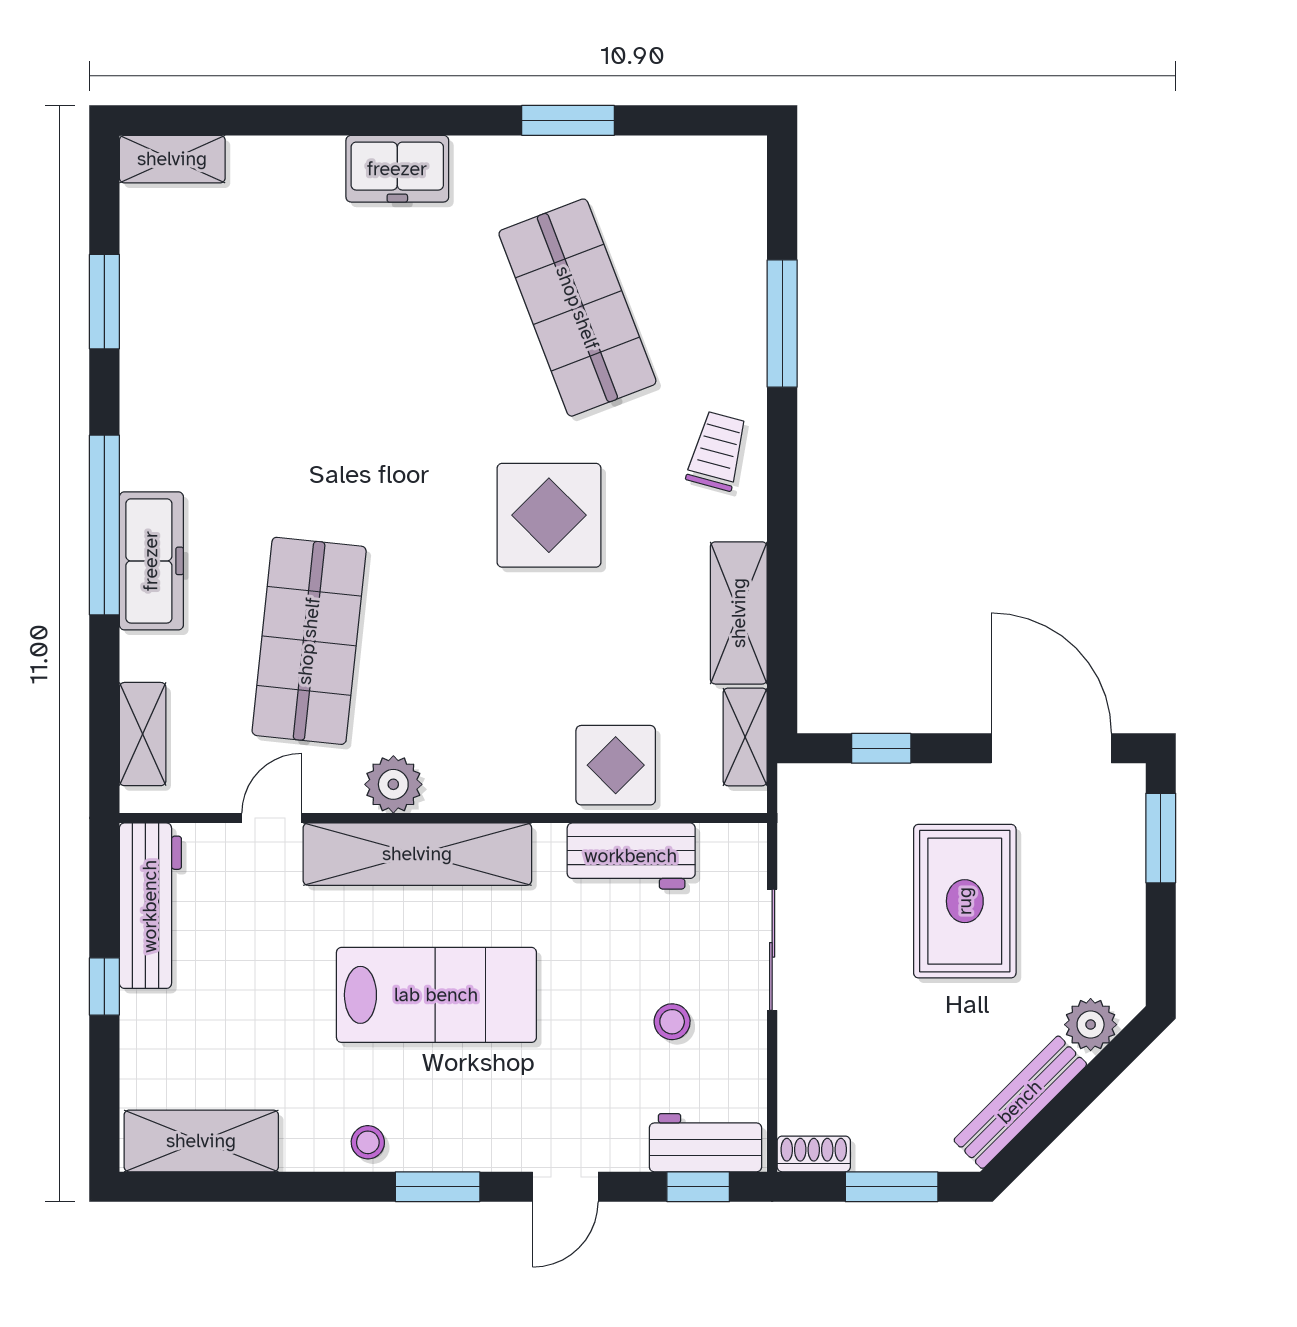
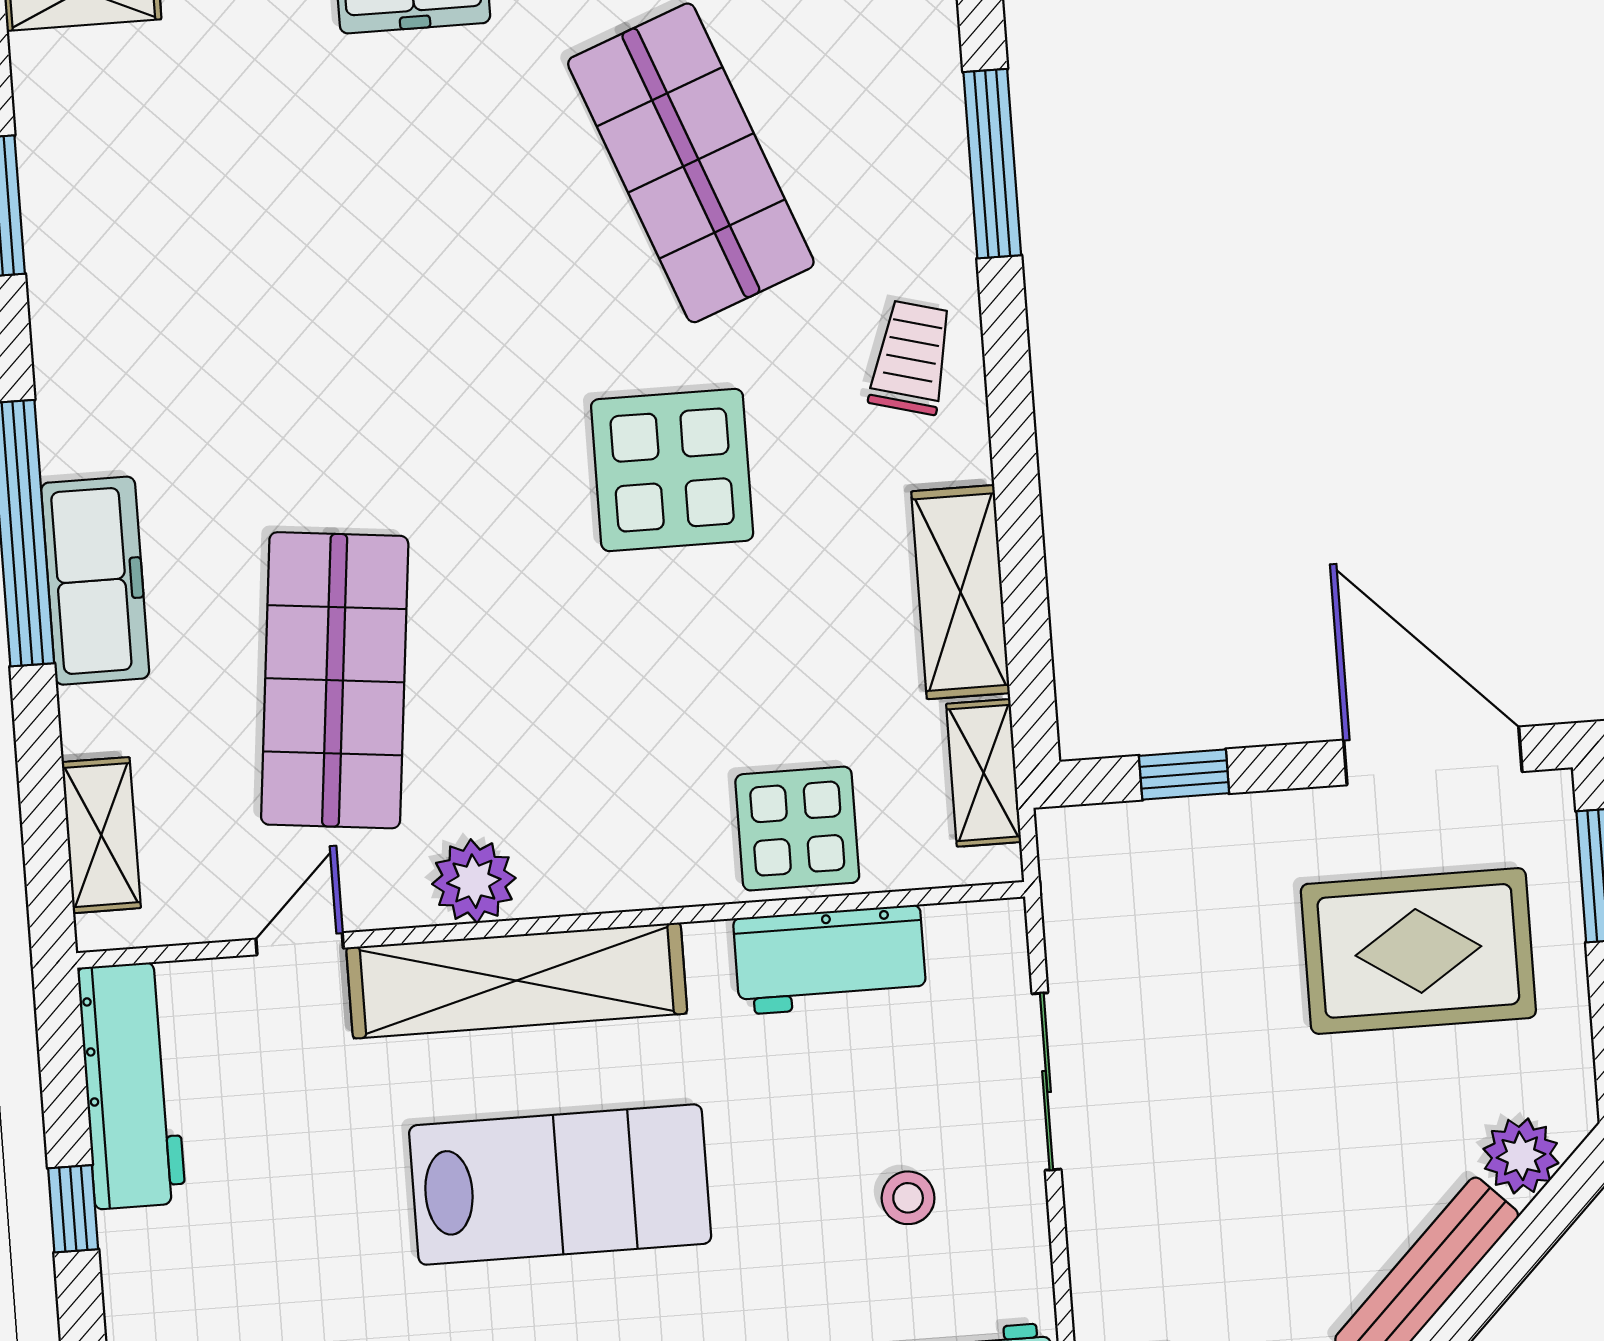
rug: (965, 901) -> (1418, 951), moved, turned 90

